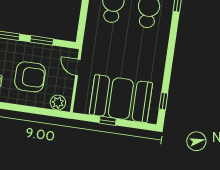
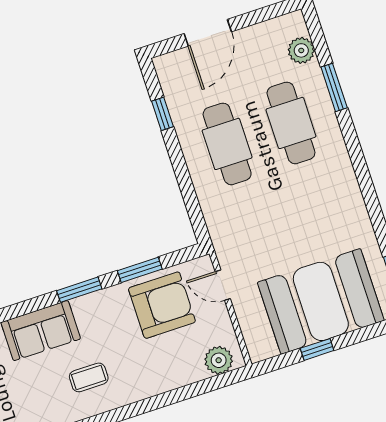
armchair: (30, 77) -> (162, 305), moved

